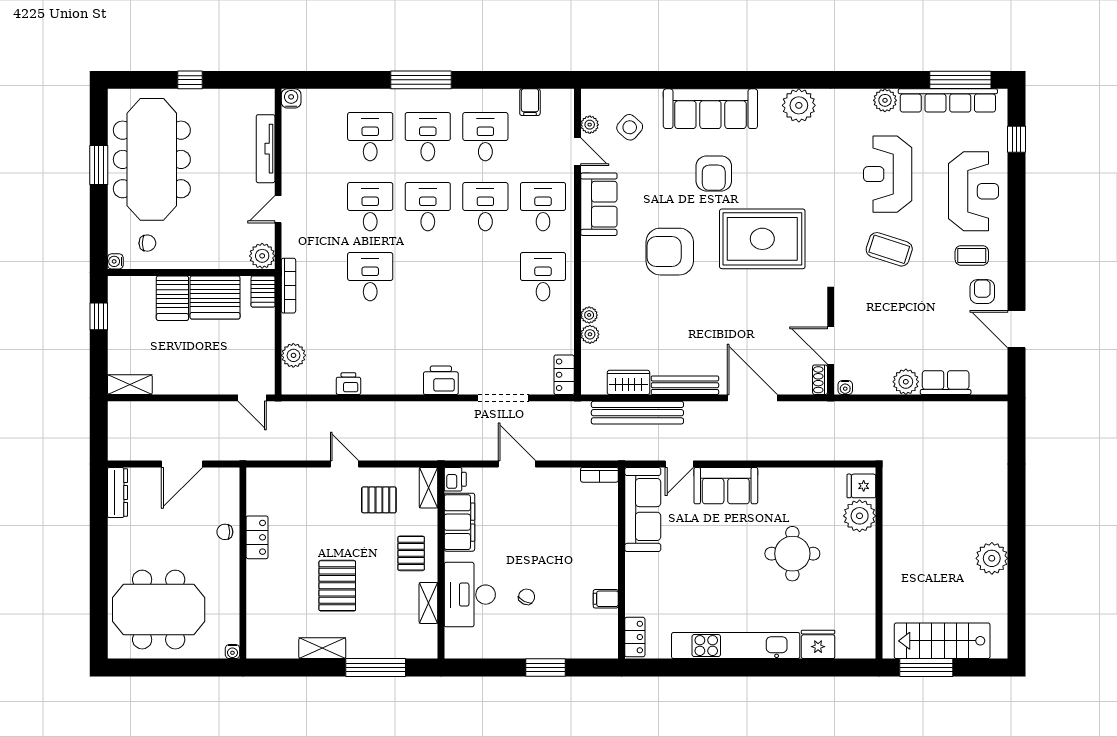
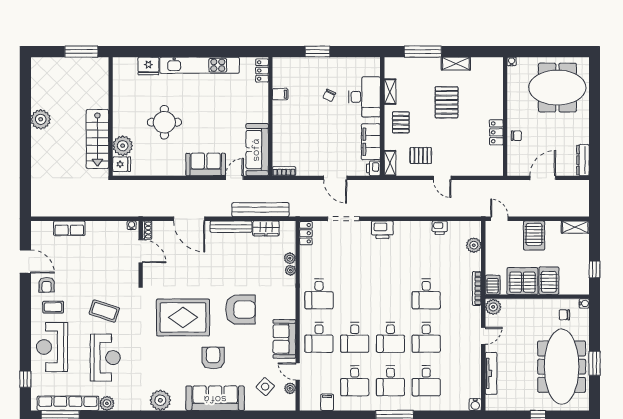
server rack: (196, 371) -> (534, 235), added
plant: (906, 382) -> (94, 229), removed
stairs: (942, 641) -> (97, 139), moved, turned 90

